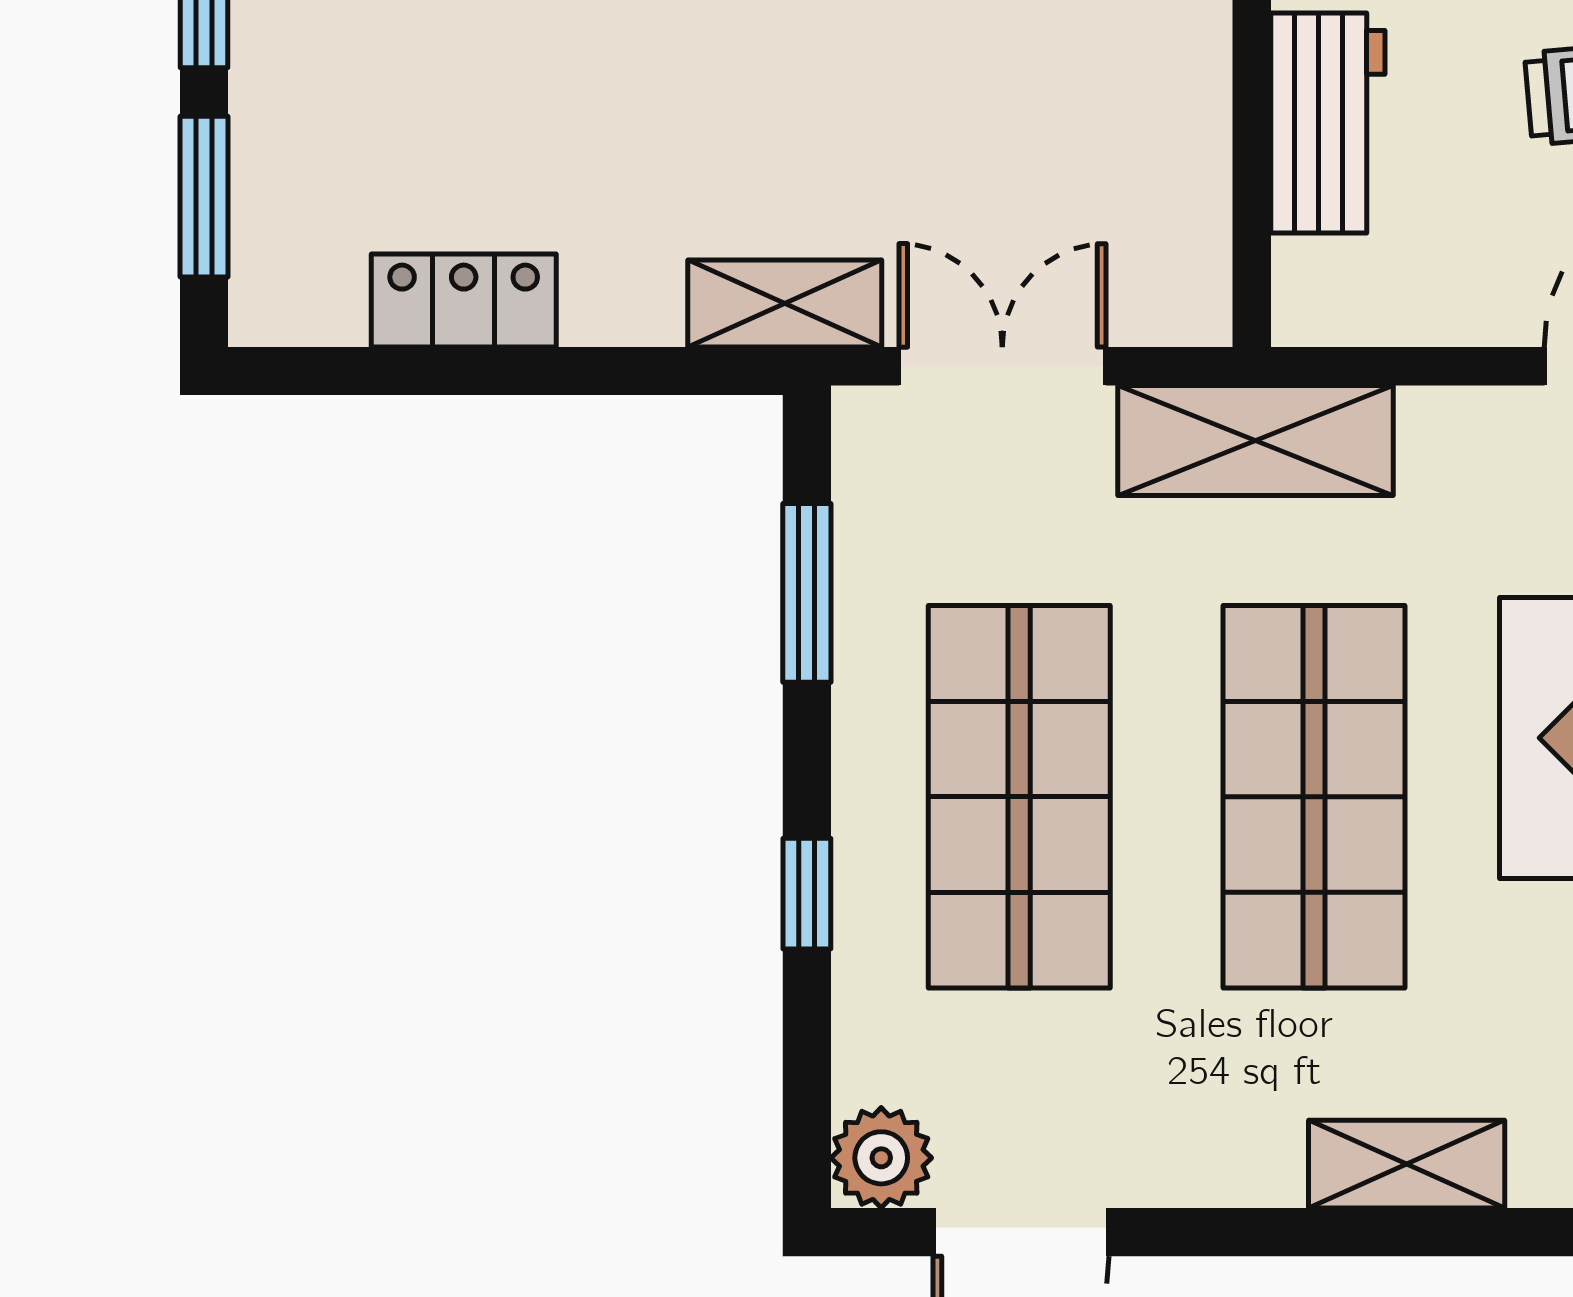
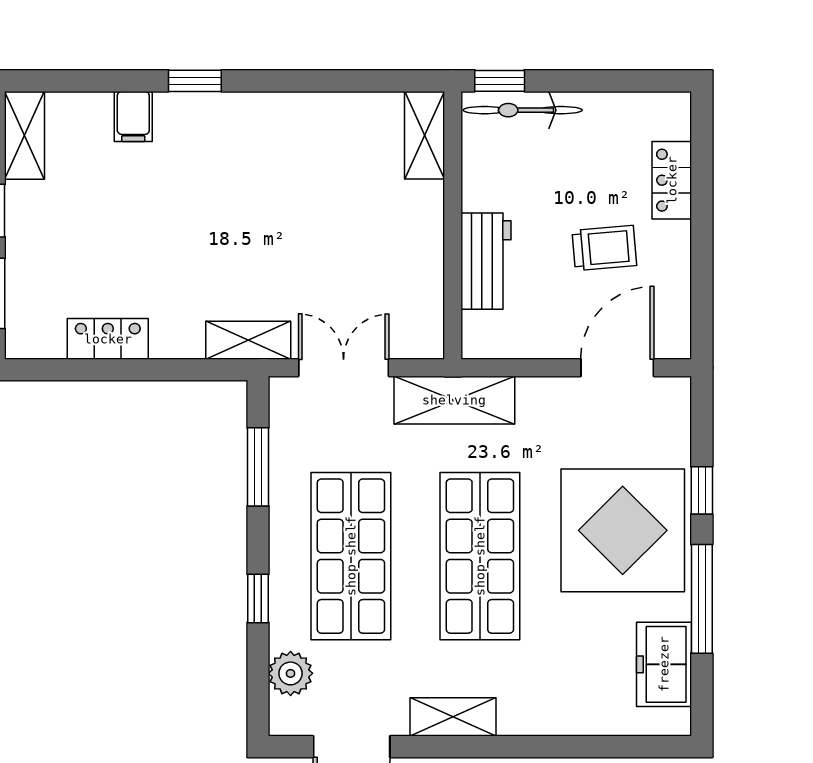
plant: (881, 1158) -> (291, 673), moved
shelving: (1407, 1164) -> (453, 717), moved

